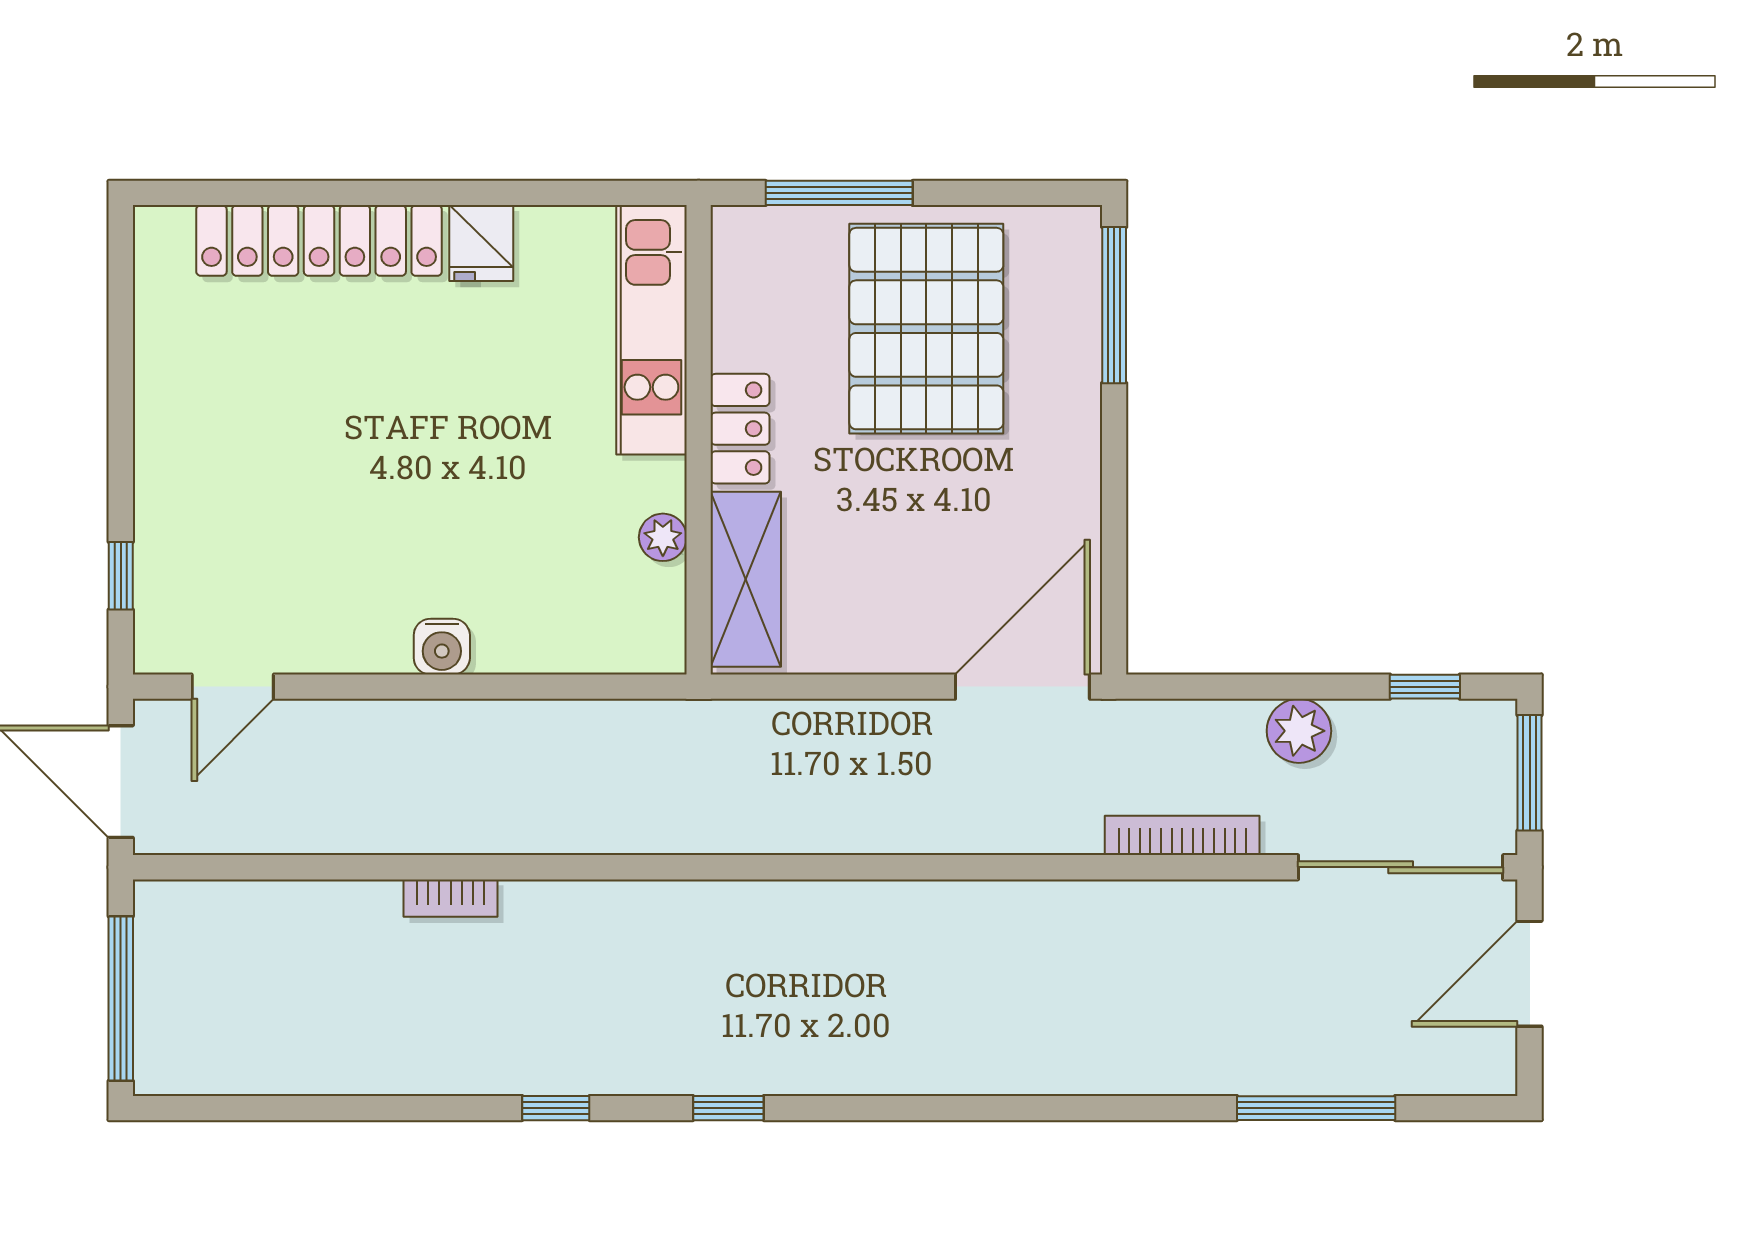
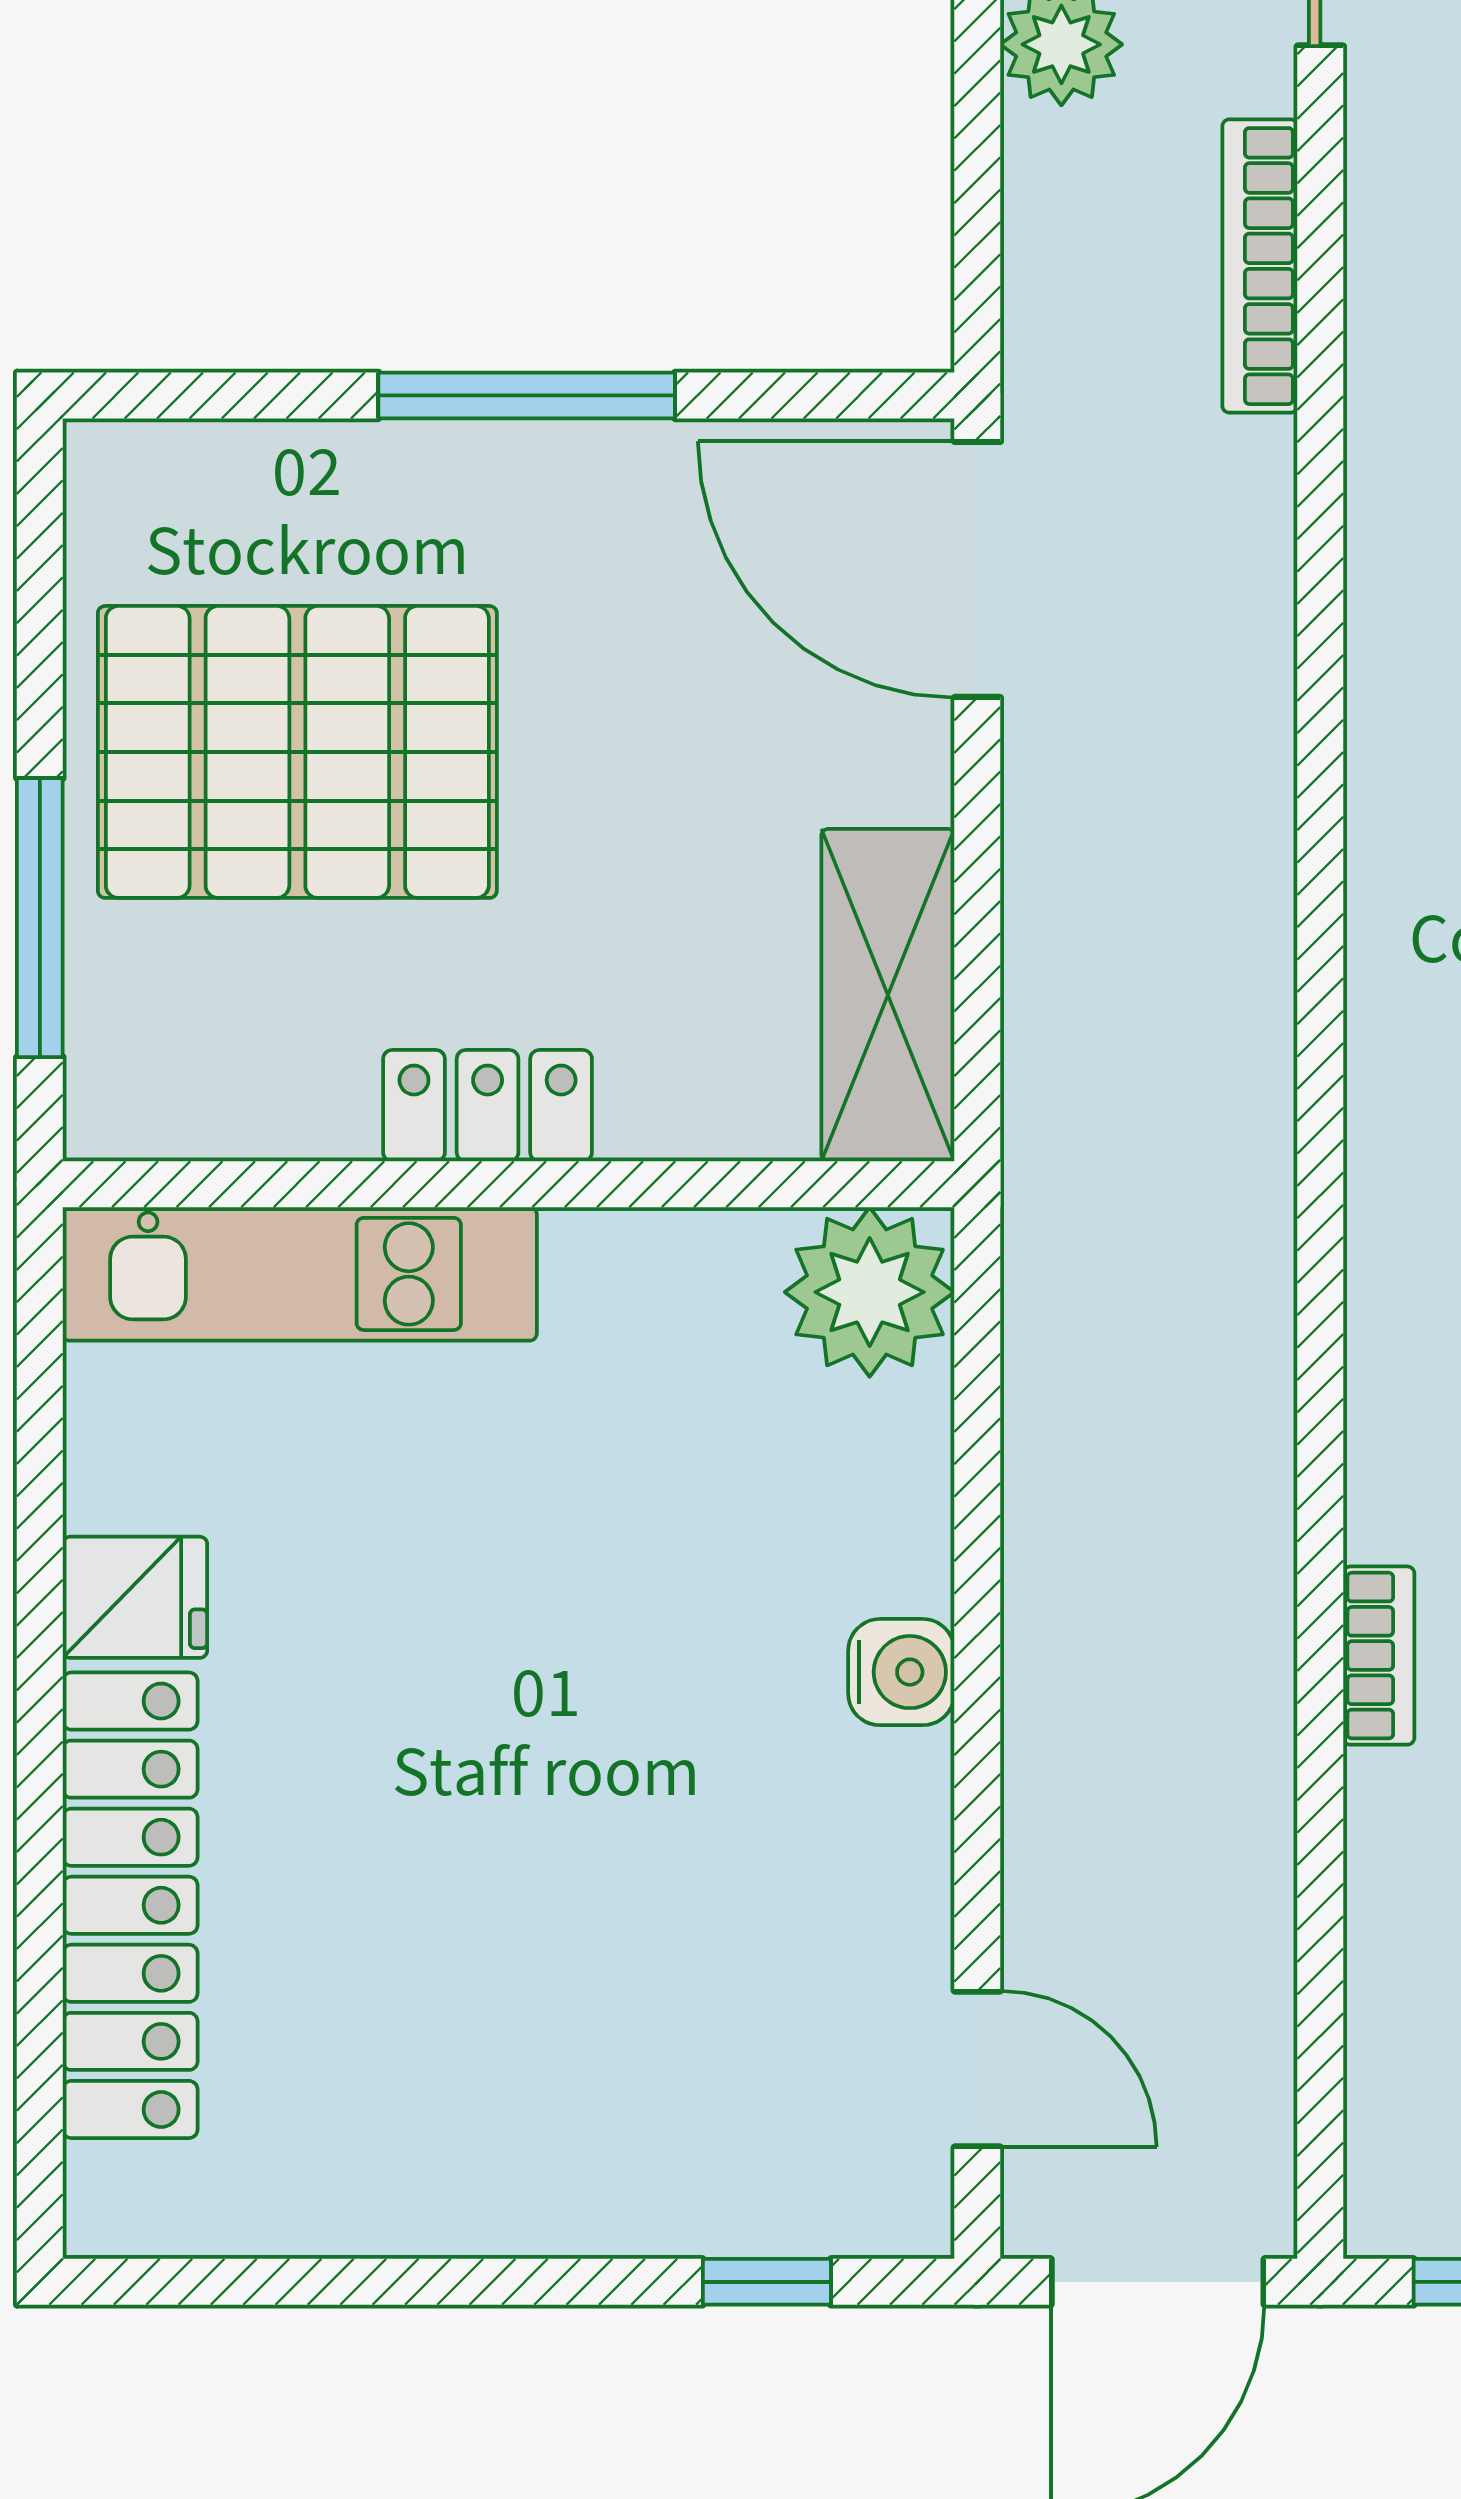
window: (1114, 305) -> (527, 395), moved
plant: (663, 537) -> (870, 1292), moved, width x1.87, depth x1.87
shelving: (746, 579) -> (888, 995), moved, turned 90

